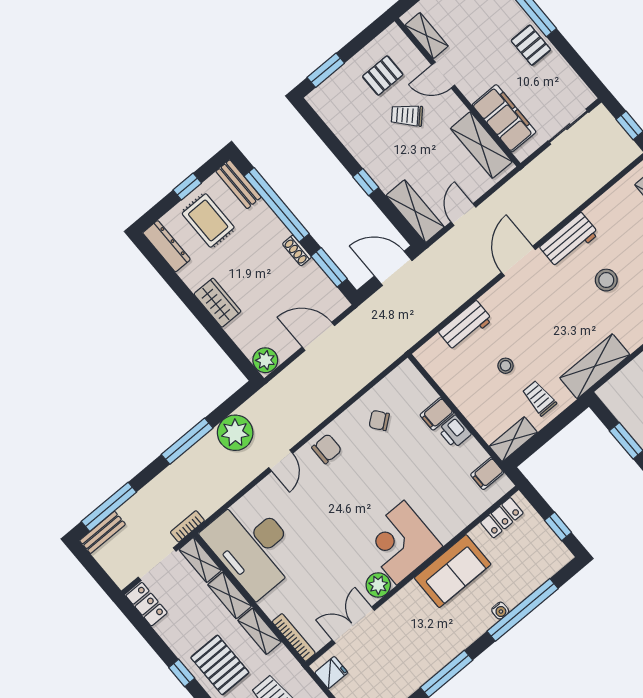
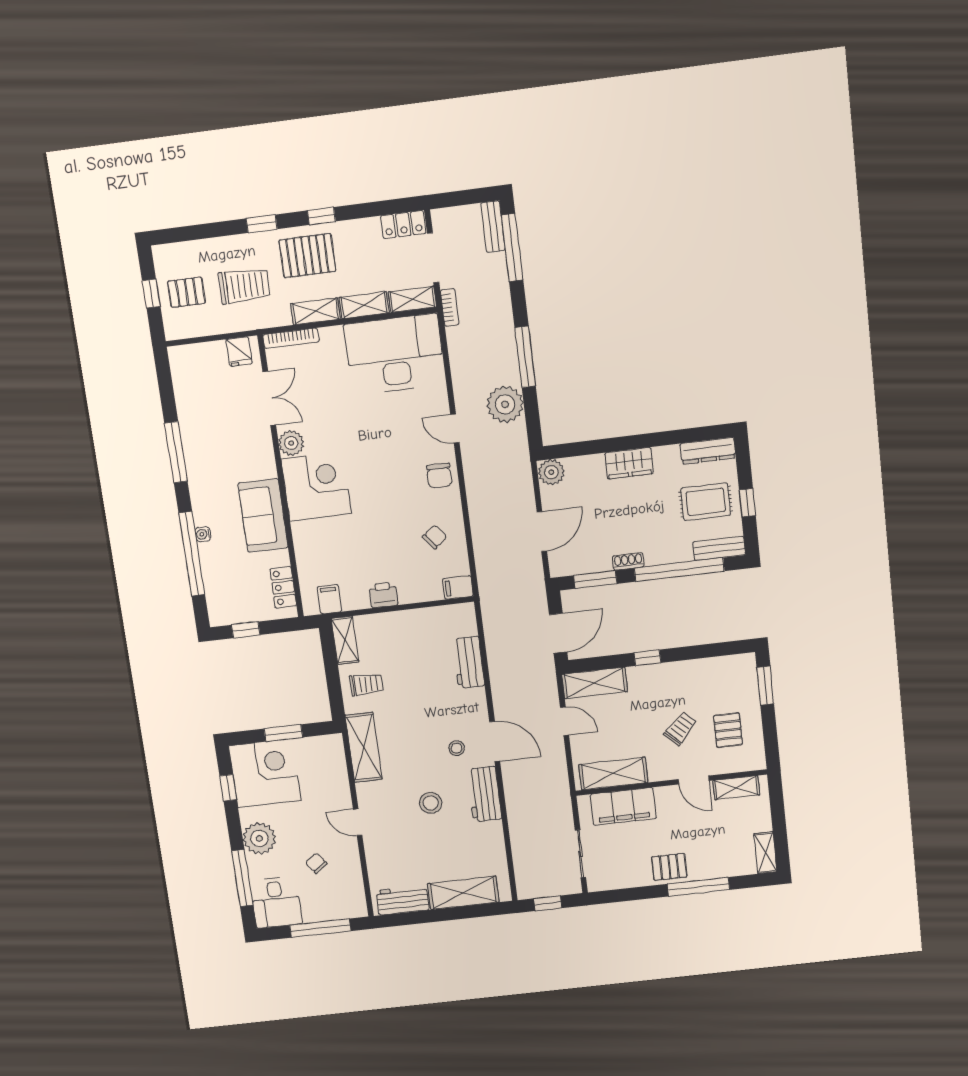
door: (443, 75) -> (694, 780), swing flipped
stool: (506, 366) -> (457, 748), moved
filing cabinet: (437, 414) -> (458, 587), moved, turned -90

